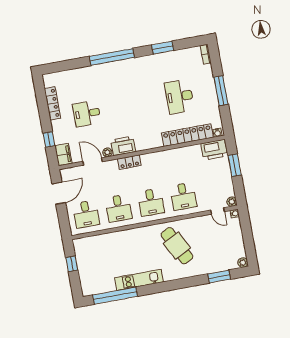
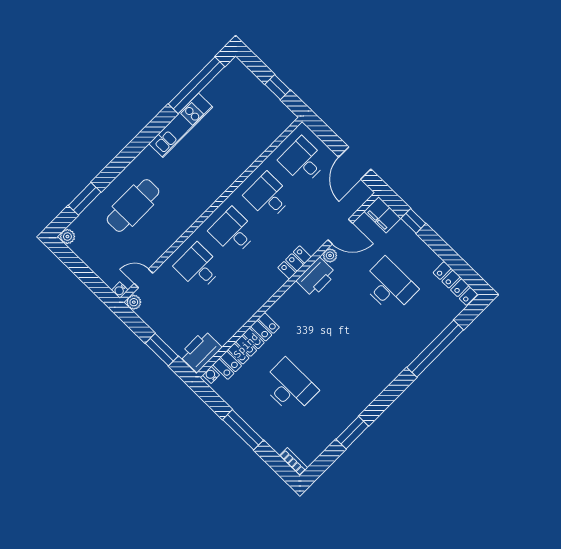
window: (112, 57) -> (435, 349), moved
locker: (52, 103) -> (455, 283), moved
desk: (87, 114) -> (389, 286), width x1.37
cafe table: (177, 246) -> (133, 206), moved, turned -63

